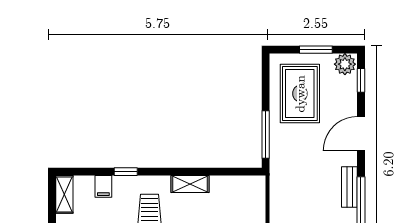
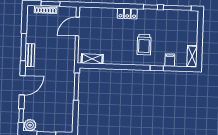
rug: (300, 94) -> (56, 109), removed
shelving: (190, 184) -> (92, 59), moved

